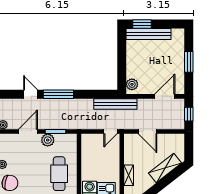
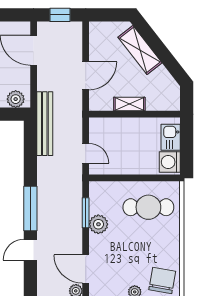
door: (28, 131) -> (86, 269), moved
door: (111, 131) -> (86, 153), moved
shelving: (129, 175) -> (129, 104), moved

